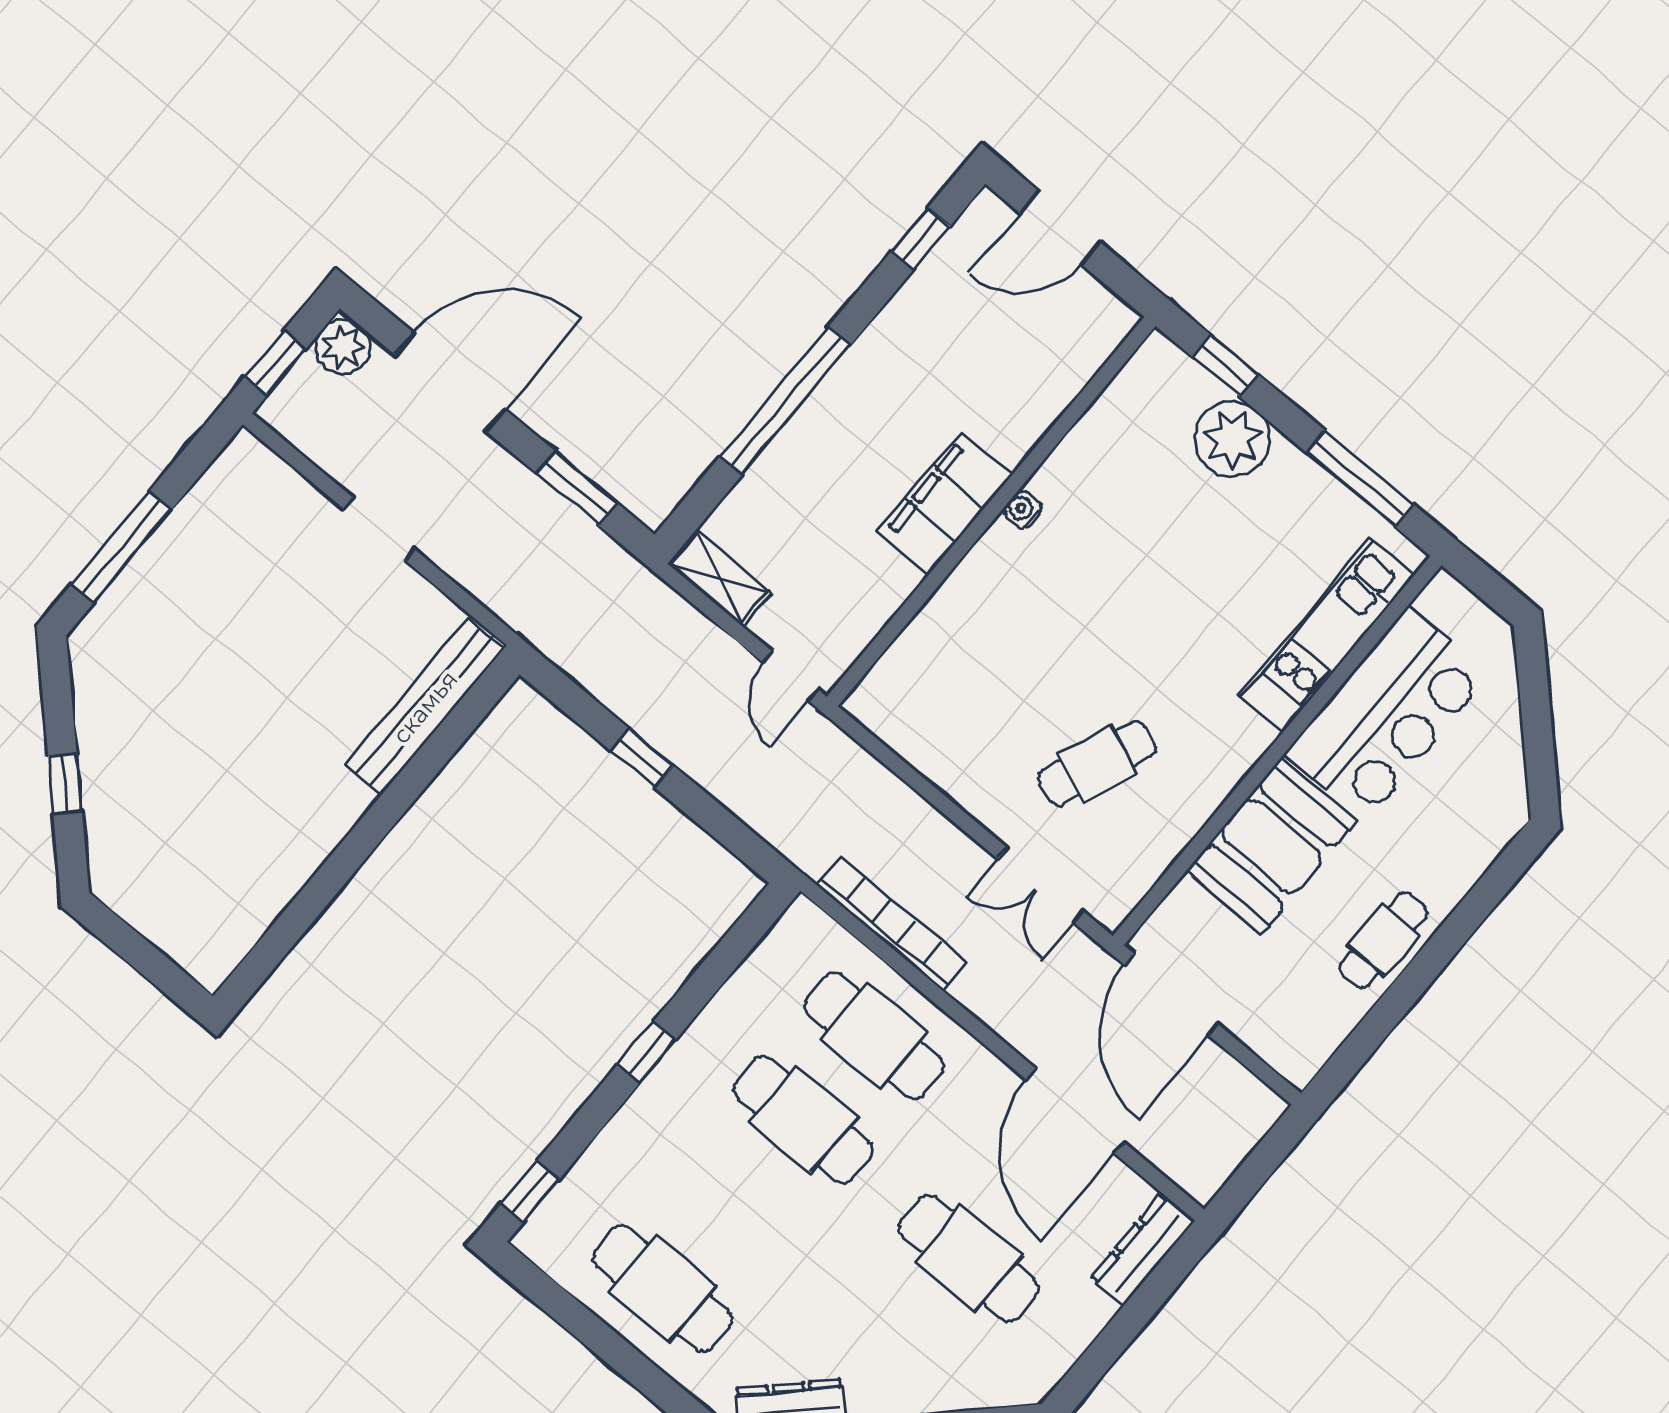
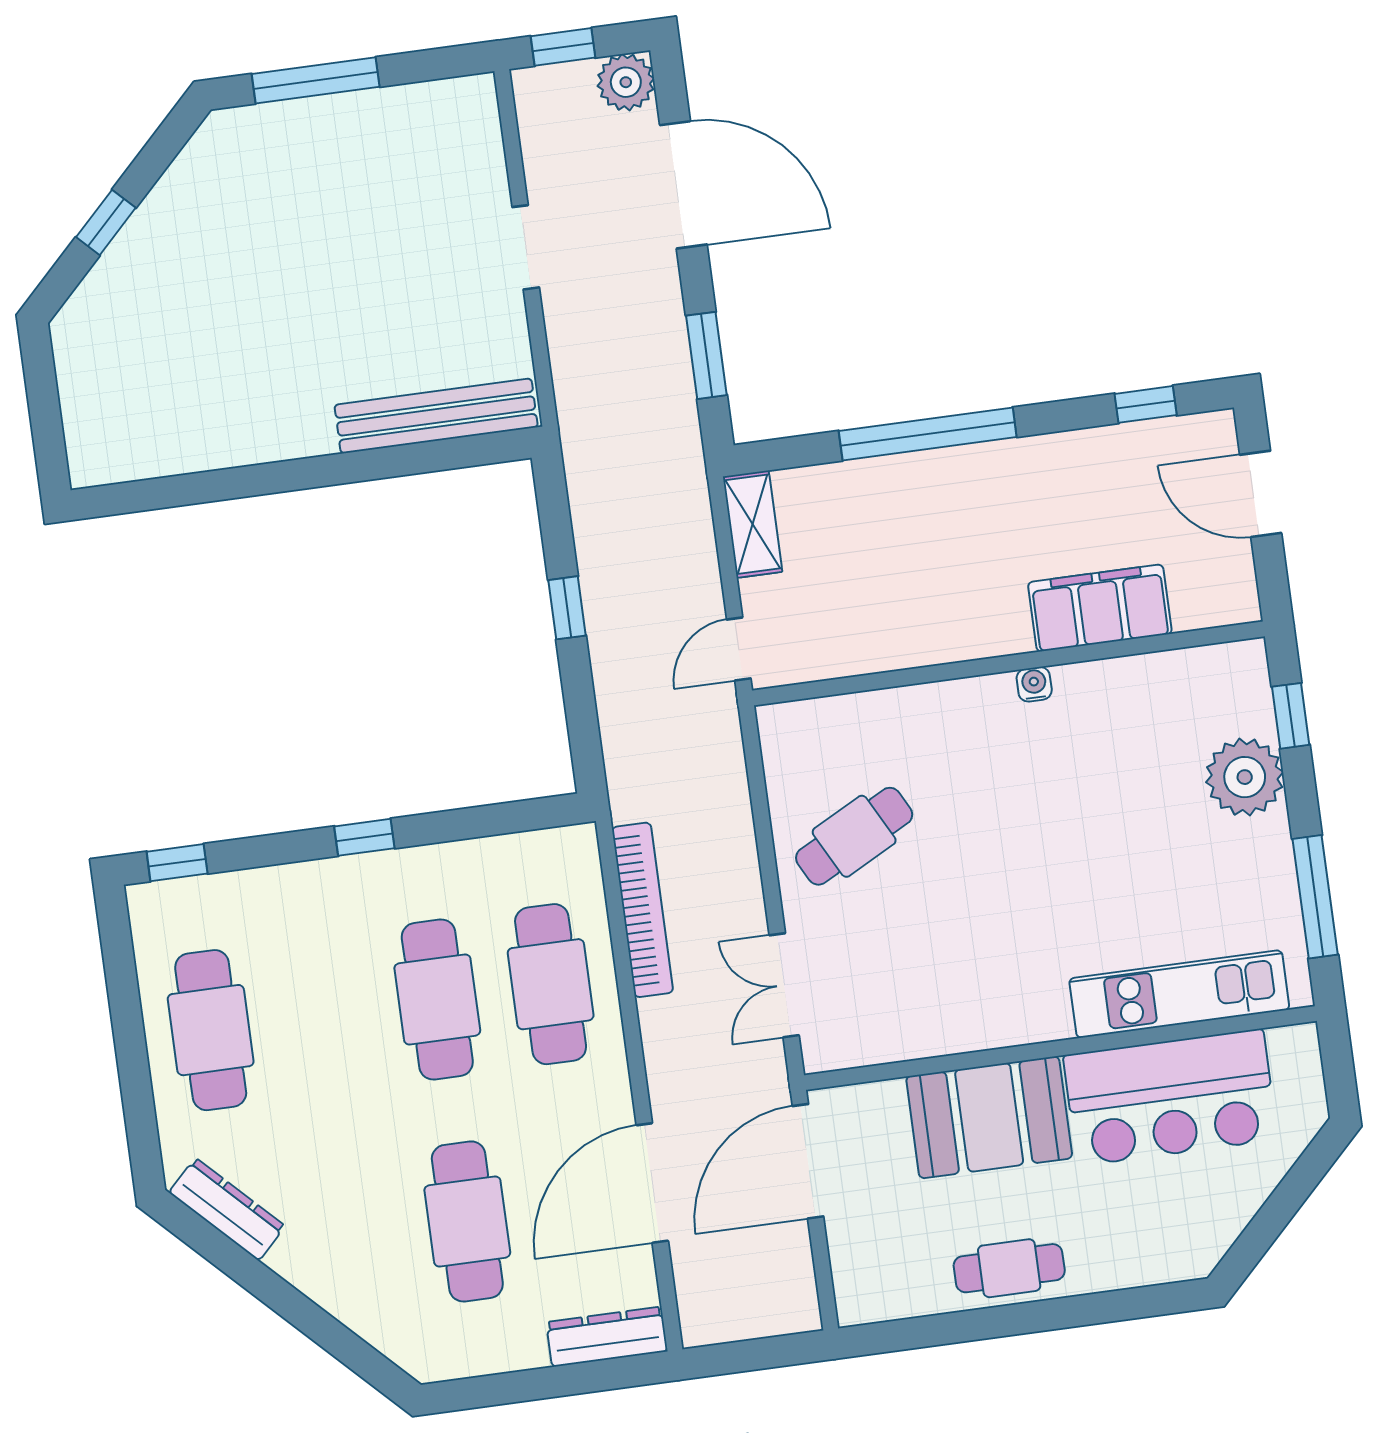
filing cabinet: (944, 503) -> (1100, 608), moved
cafe table: (1097, 763) -> (854, 836), moved, turned -50

